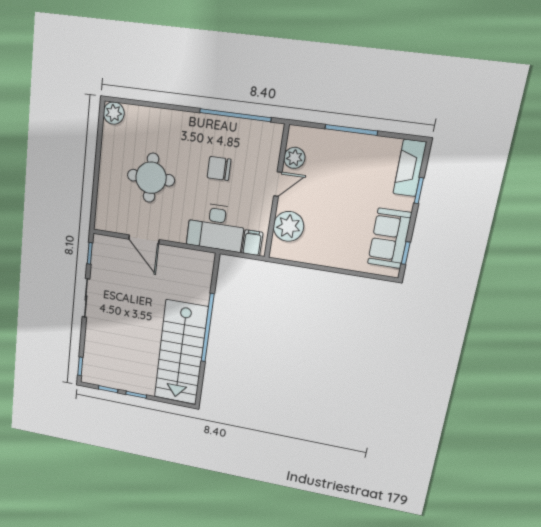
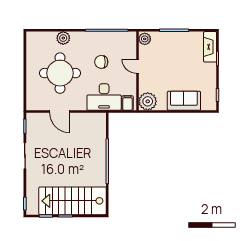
plant: (114, 113) -> (63, 38), moved
plant: (294, 158) -> (145, 39), moved
round table: (151, 178) -> (60, 73), width x1.36, depth x1.36
door: (278, 184) -> (137, 66), swing flipped
plant: (288, 226) -> (148, 101), moved
sofa: (390, 238) -> (184, 101), moved, turned 90
stairs: (181, 353) -> (73, 201), moved, turned 90

